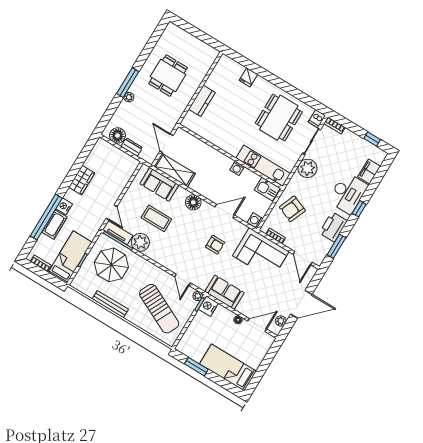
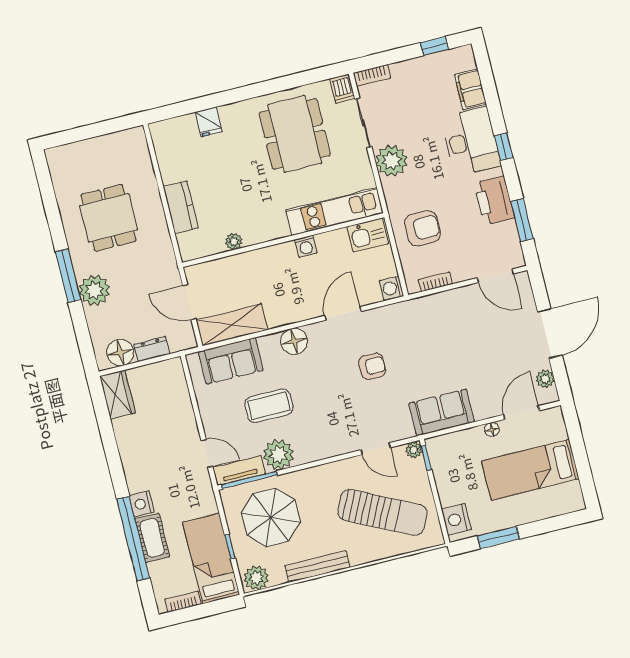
plant: (129, 97) -> (94, 290), width x1.88, depth x1.88
plant: (210, 137) -> (234, 241), added
wardrobe: (82, 180) -> (117, 394), moved
armchair: (292, 209) -> (422, 228), turned -112
corner sofa: (261, 254) -> (439, 321), removed
plant: (81, 284) -> (256, 578), added
nightstand: (208, 306) -> (456, 519), moved
bed: (228, 368) -> (530, 470), moved

